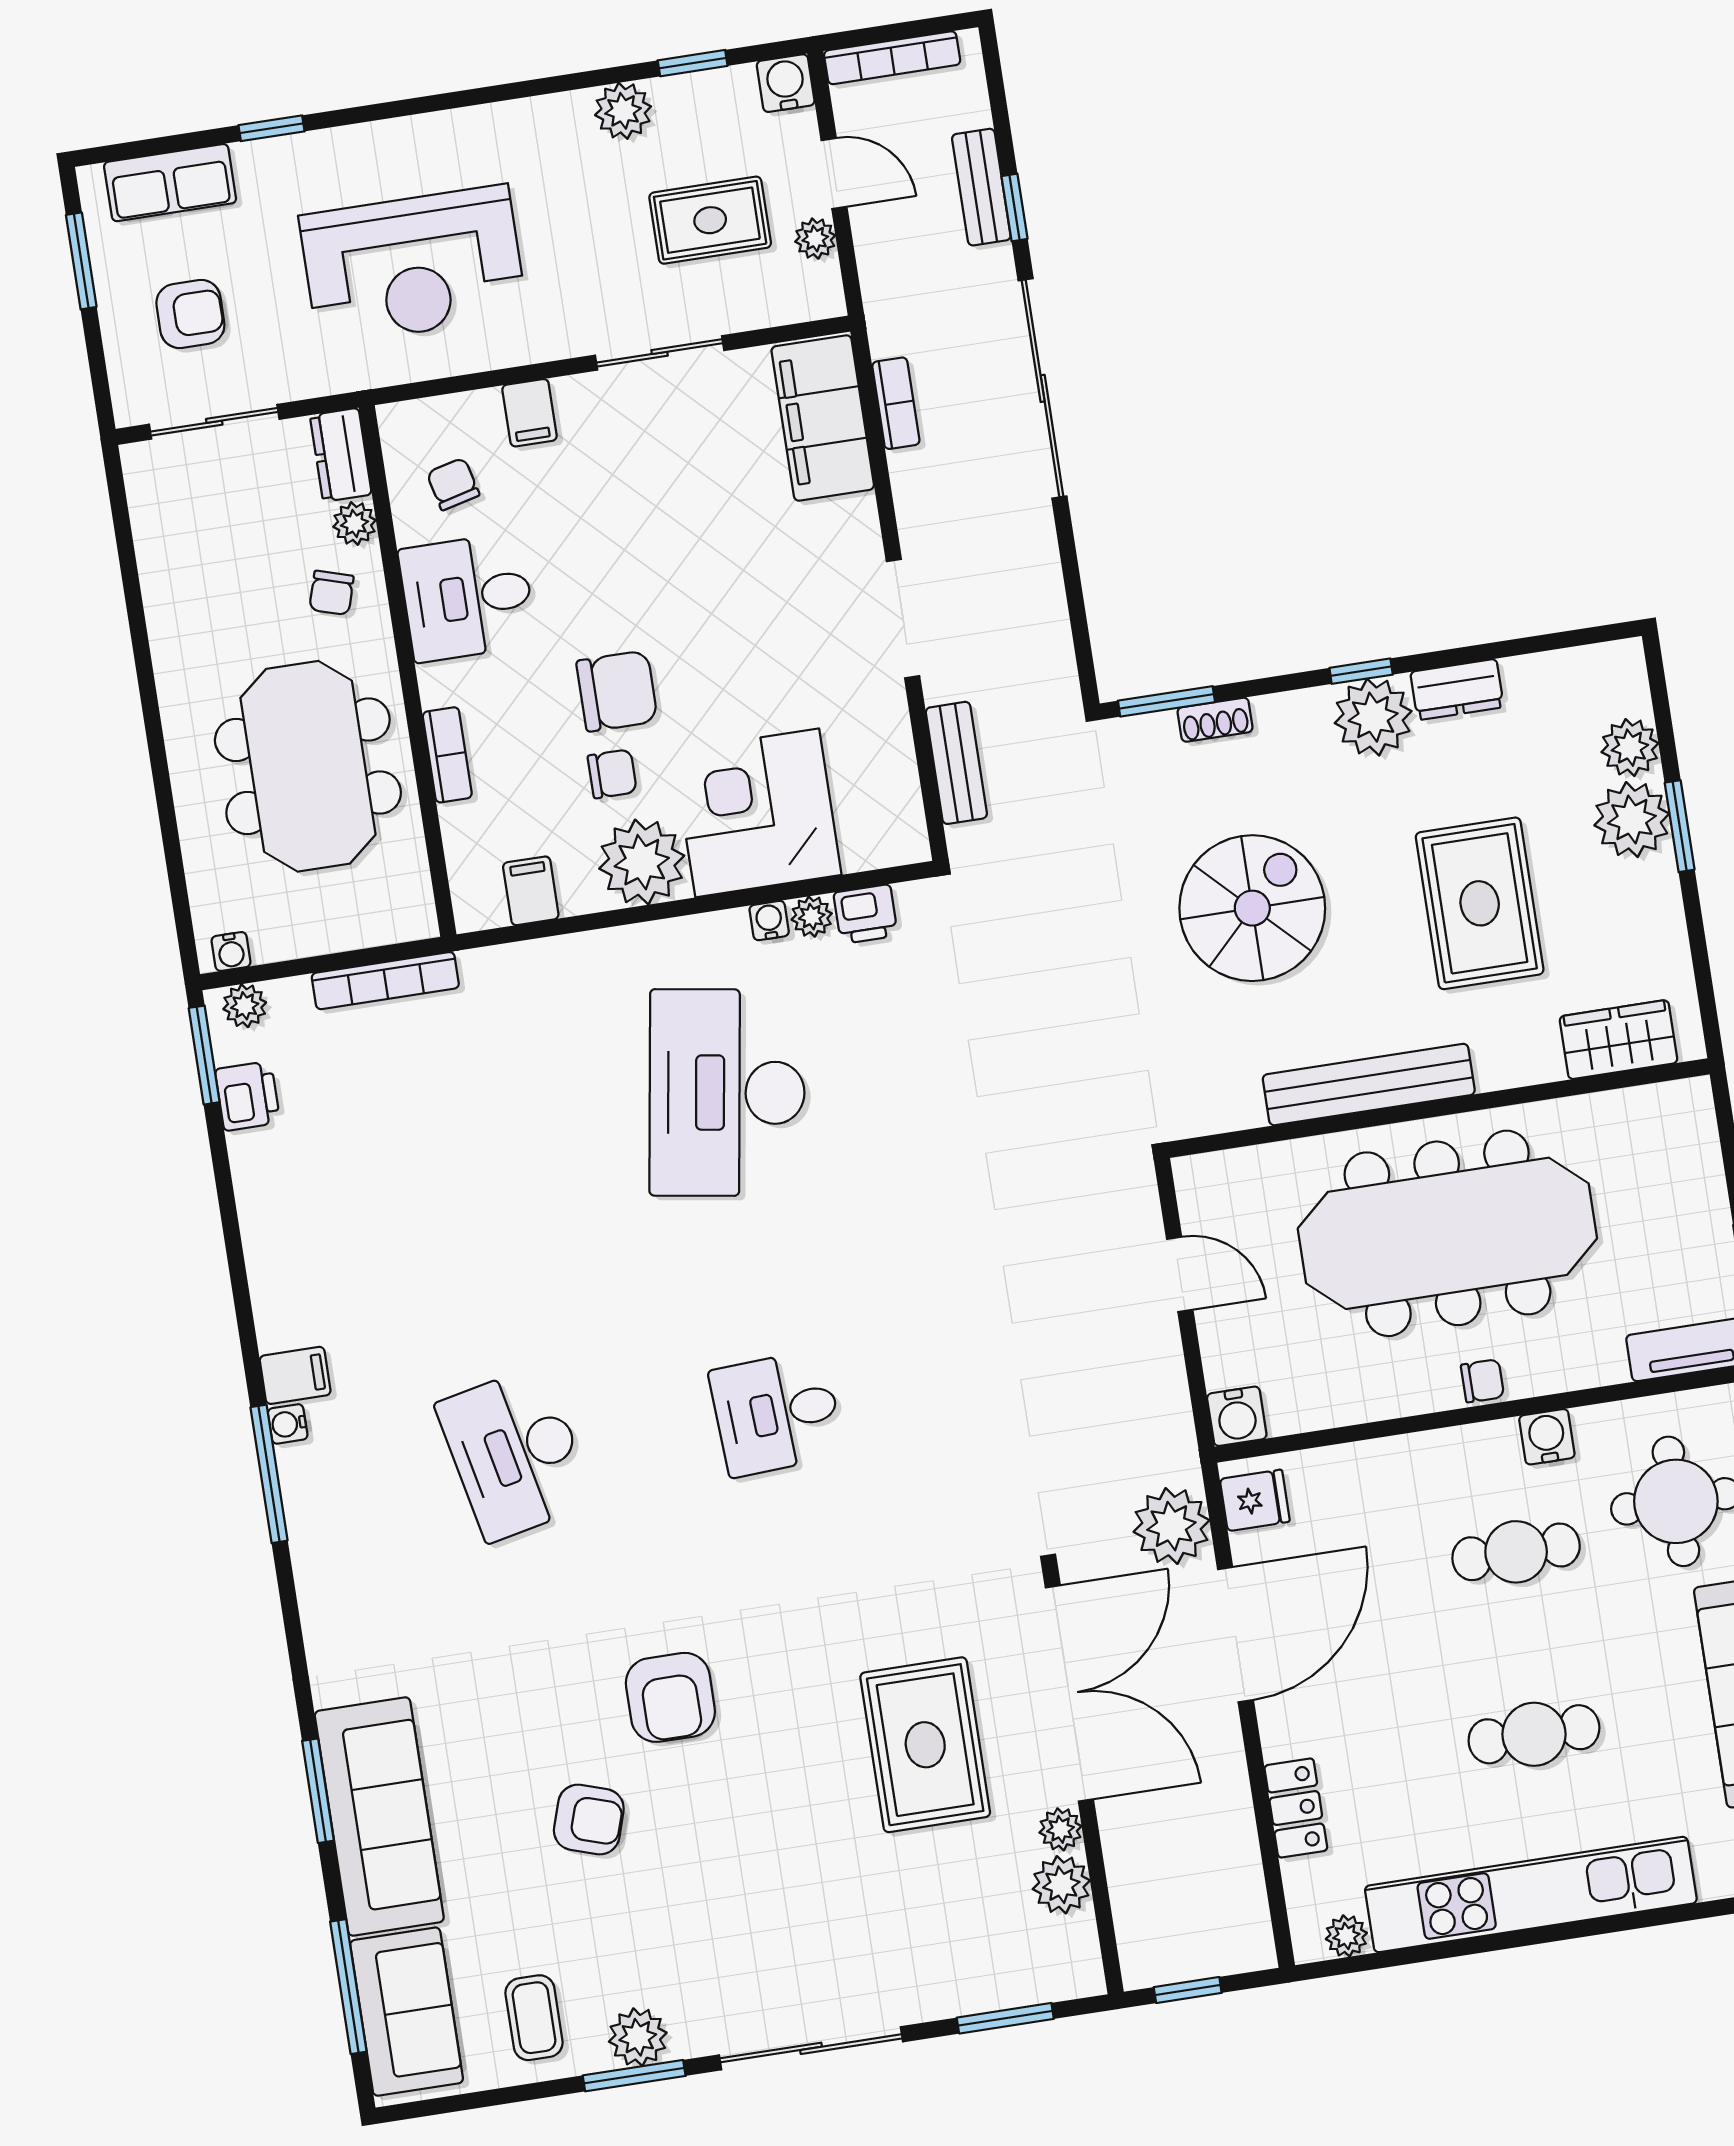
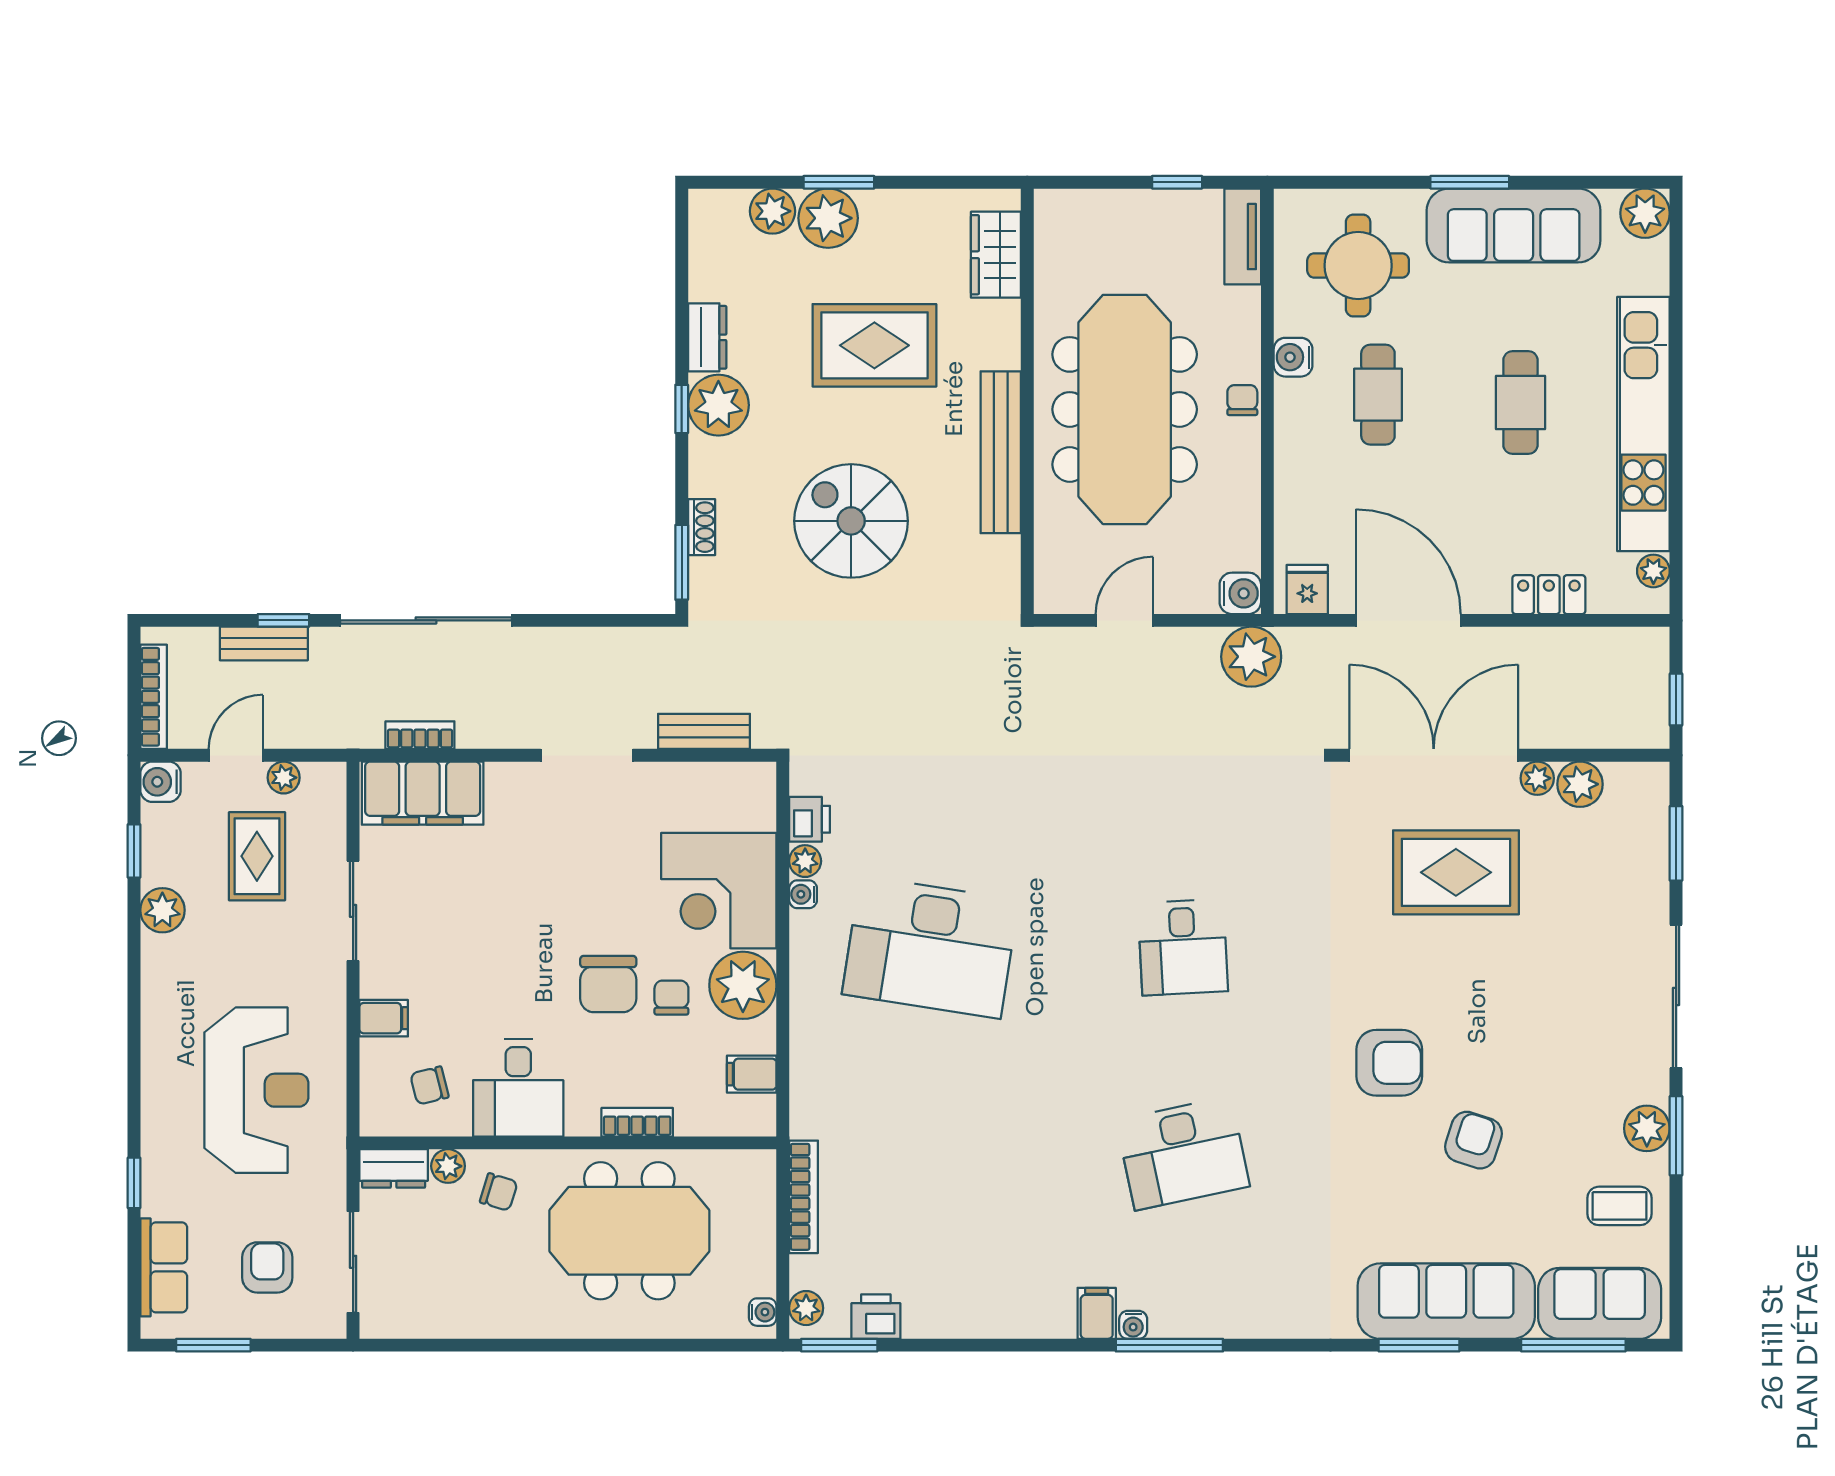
chair: (617, 691) -> (608, 984), turned 180
plant: (1171, 1526) -> (1251, 657), moved

